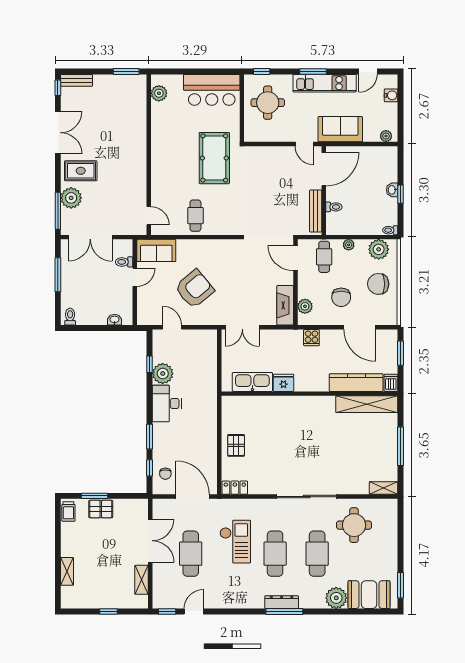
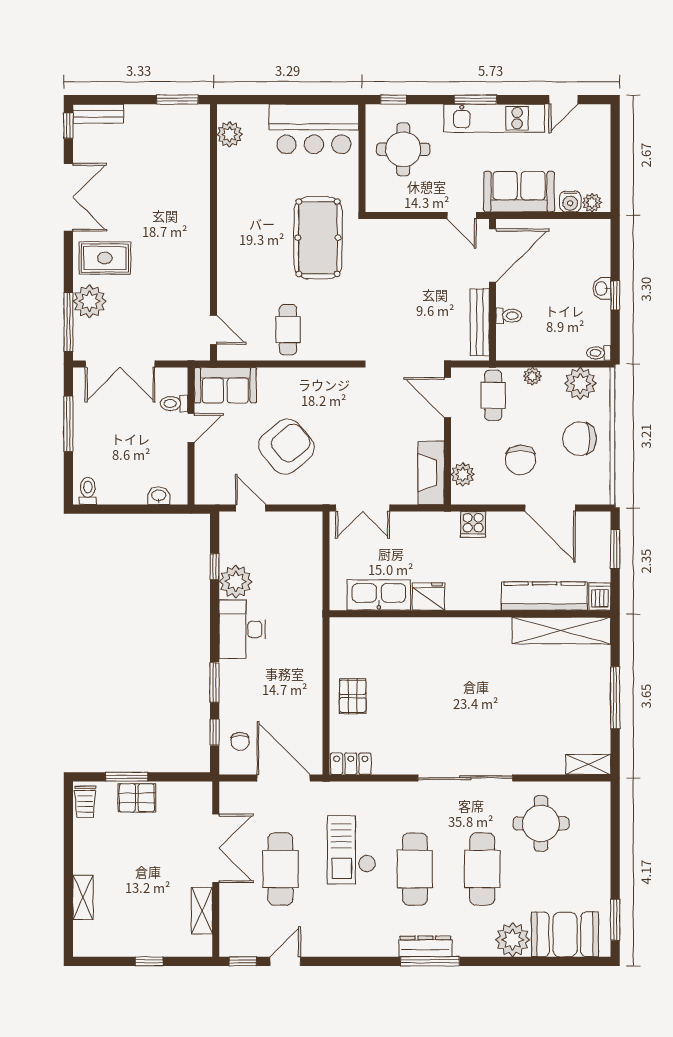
water cooler: (391, 95) -> (570, 201), moved, turned 90
checkout: (235, 542) -> (351, 850), turned 180

